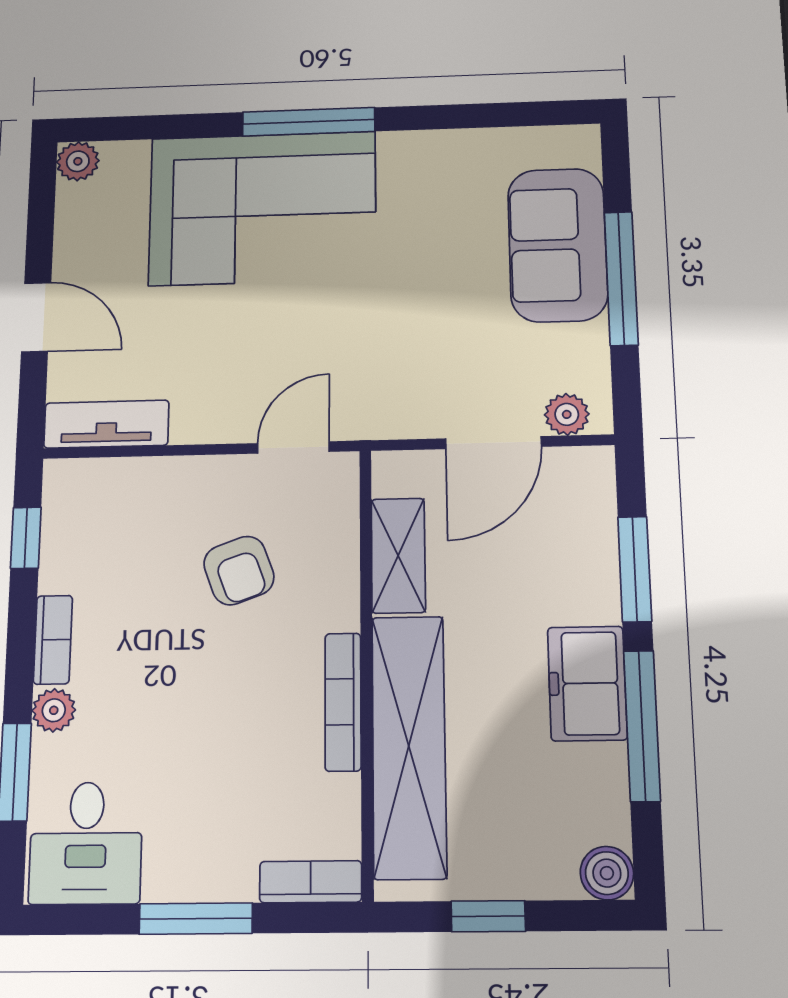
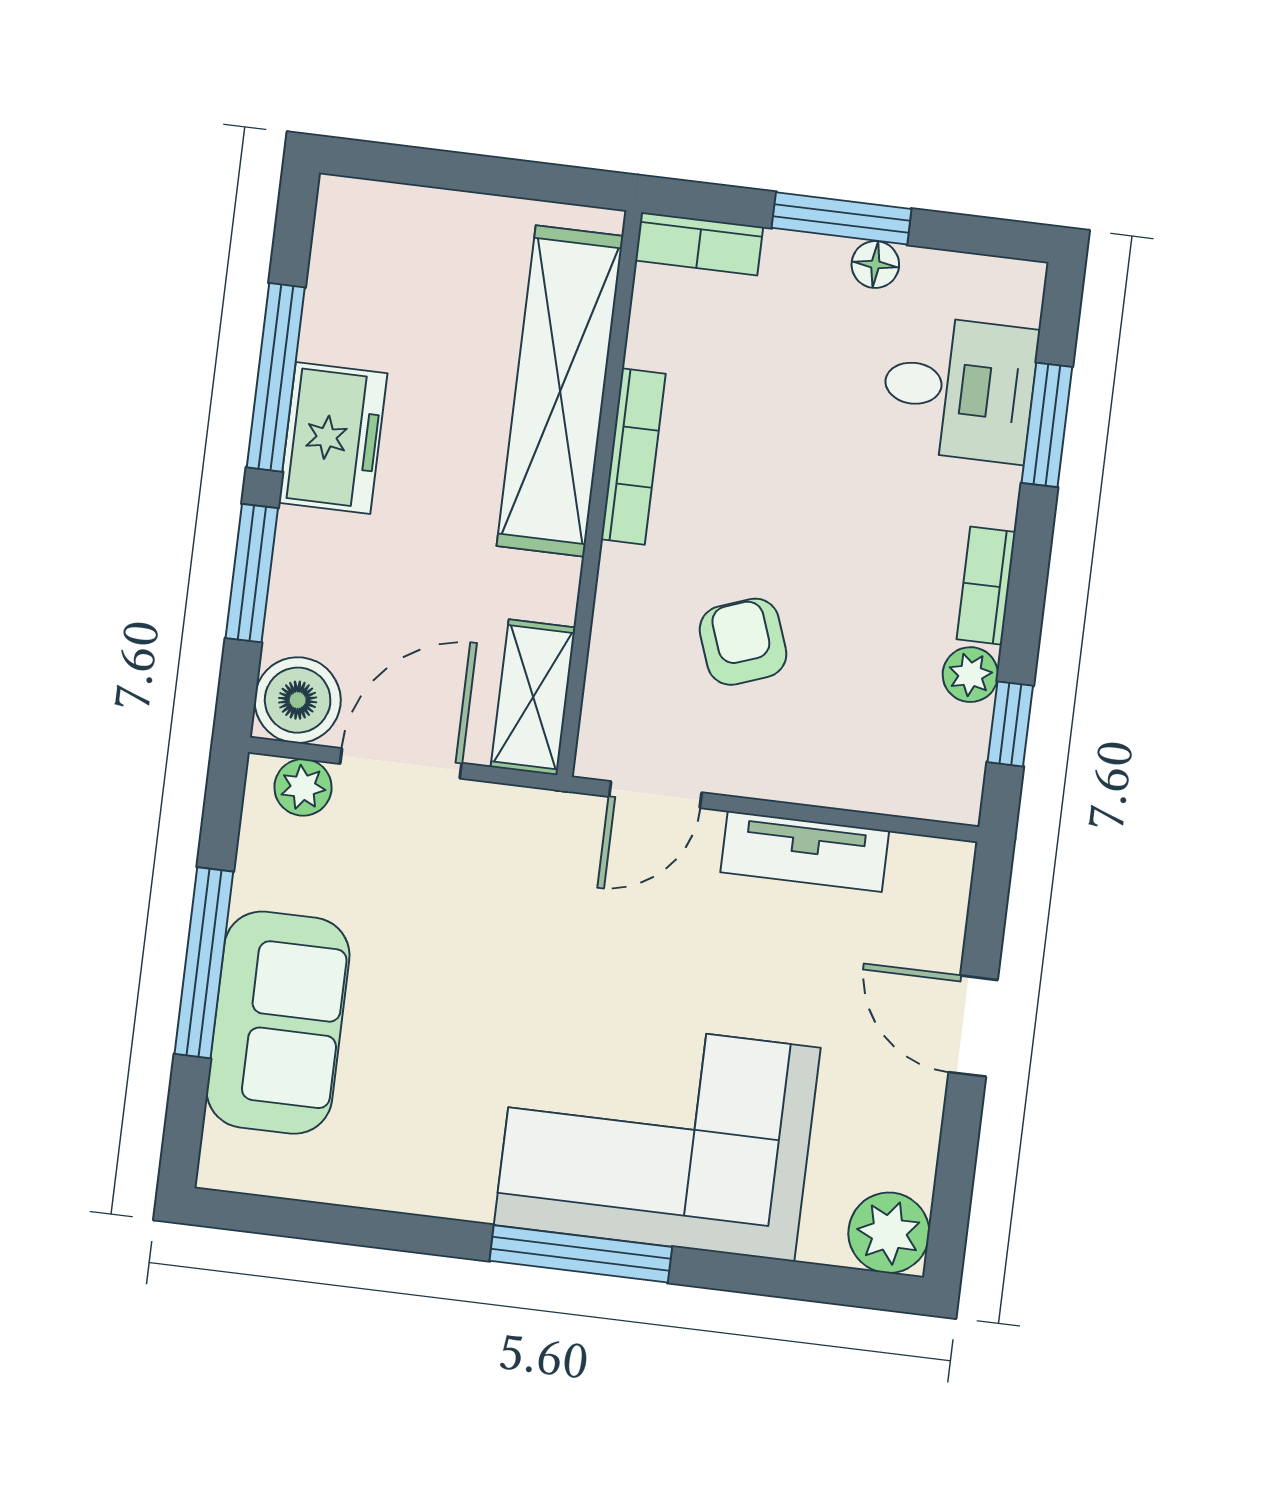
plant: (78, 161) -> (889, 1233), width x1.38, depth x1.38
tv unit: (106, 424) -> (805, 851), moved
shelving: (398, 555) -> (533, 697), moved
plant: (54, 710) -> (970, 675), moved
desk: (86, 843) -> (959, 389), moved, turned 90
boiler: (607, 873) -> (298, 700), moved, width x1.36, depth x1.36
floor lamp: (164, 884) -> (875, 265), added
window: (488, 916) -> (494, 176), removed

